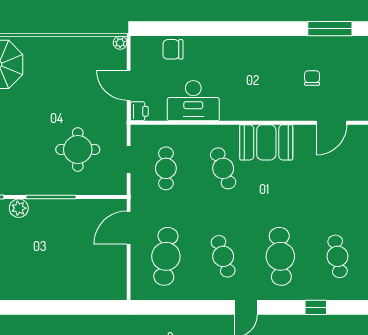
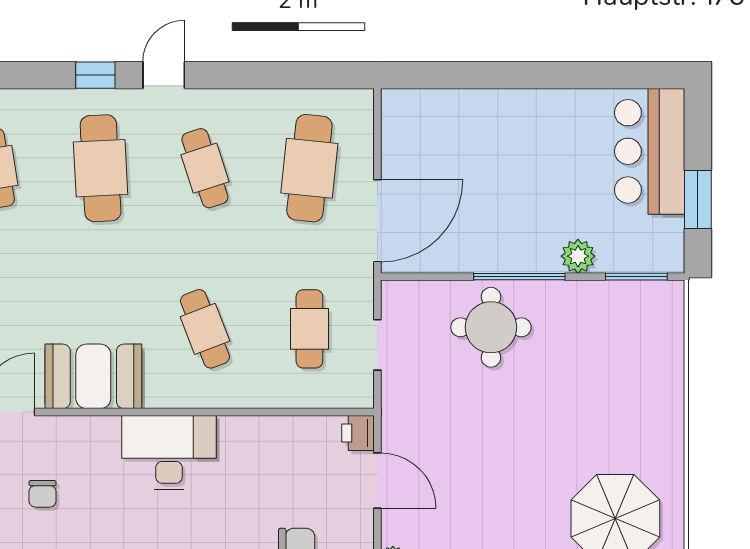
desk: (193, 101) -> (169, 452), moved
booth: (266, 142) -> (93, 376), moved
round table: (78, 149) -> (491, 327), moved
door: (129, 228) -> (377, 221), width x1.36
window: (316, 307) -> (95, 75), moved

